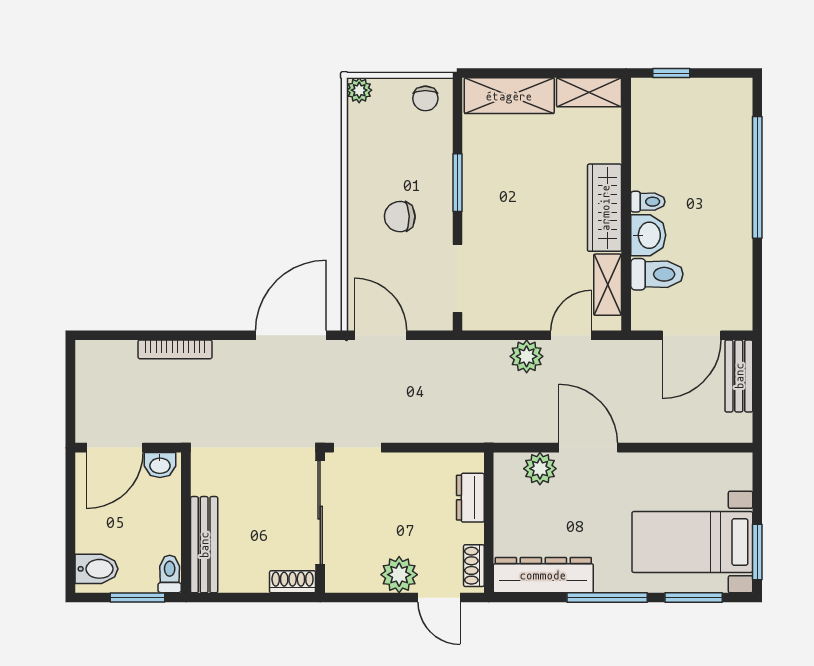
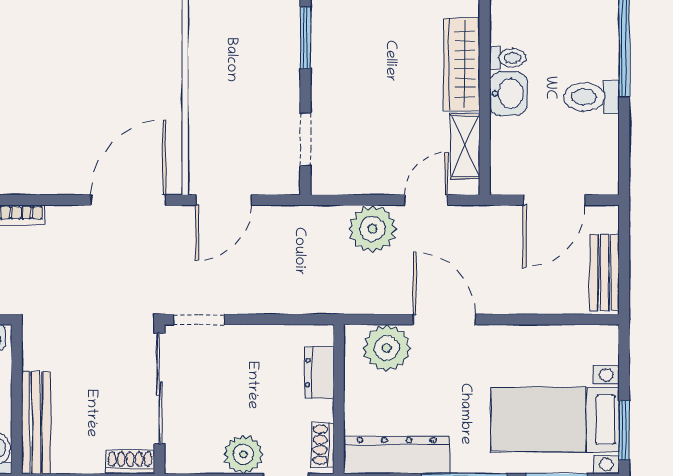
chair: (400, 217) -> (244, 74), removed
toilet: (657, 274) -> (591, 97), moved, turned 180
doorway: (458, 279) -> (305, 140), width x0.73
door: (381, 335) -> (224, 200), swing flipped
plant: (527, 356) -> (372, 229), width x1.36, depth x1.36
bench: (739, 376) -> (604, 273), moved
plant: (540, 469) -> (387, 348), width x1.36, depth x1.36

